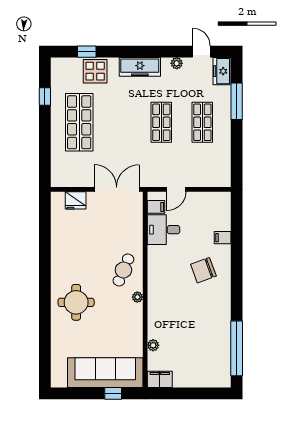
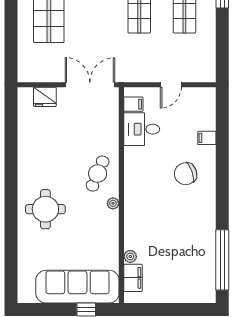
door: (176, 189) -> (171, 85), moved
filing cabinet: (160, 379) -> (133, 278), moved, turned 90

